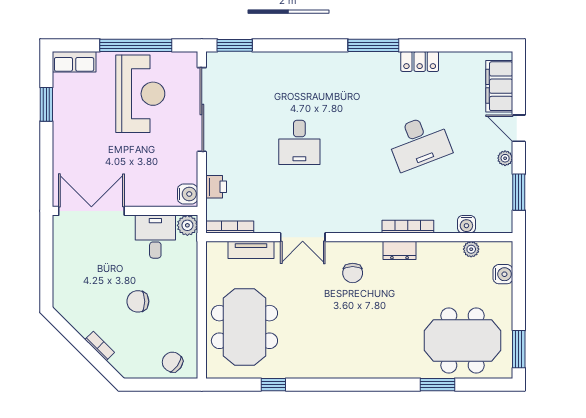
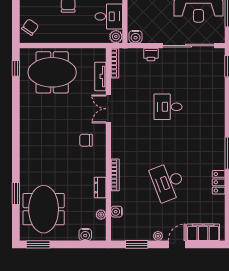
printer: (216, 187) -> (151, 55), moved
dresser: (400, 250) -> (100, 188), moved
window: (273, 385) -> (16, 68), moved

